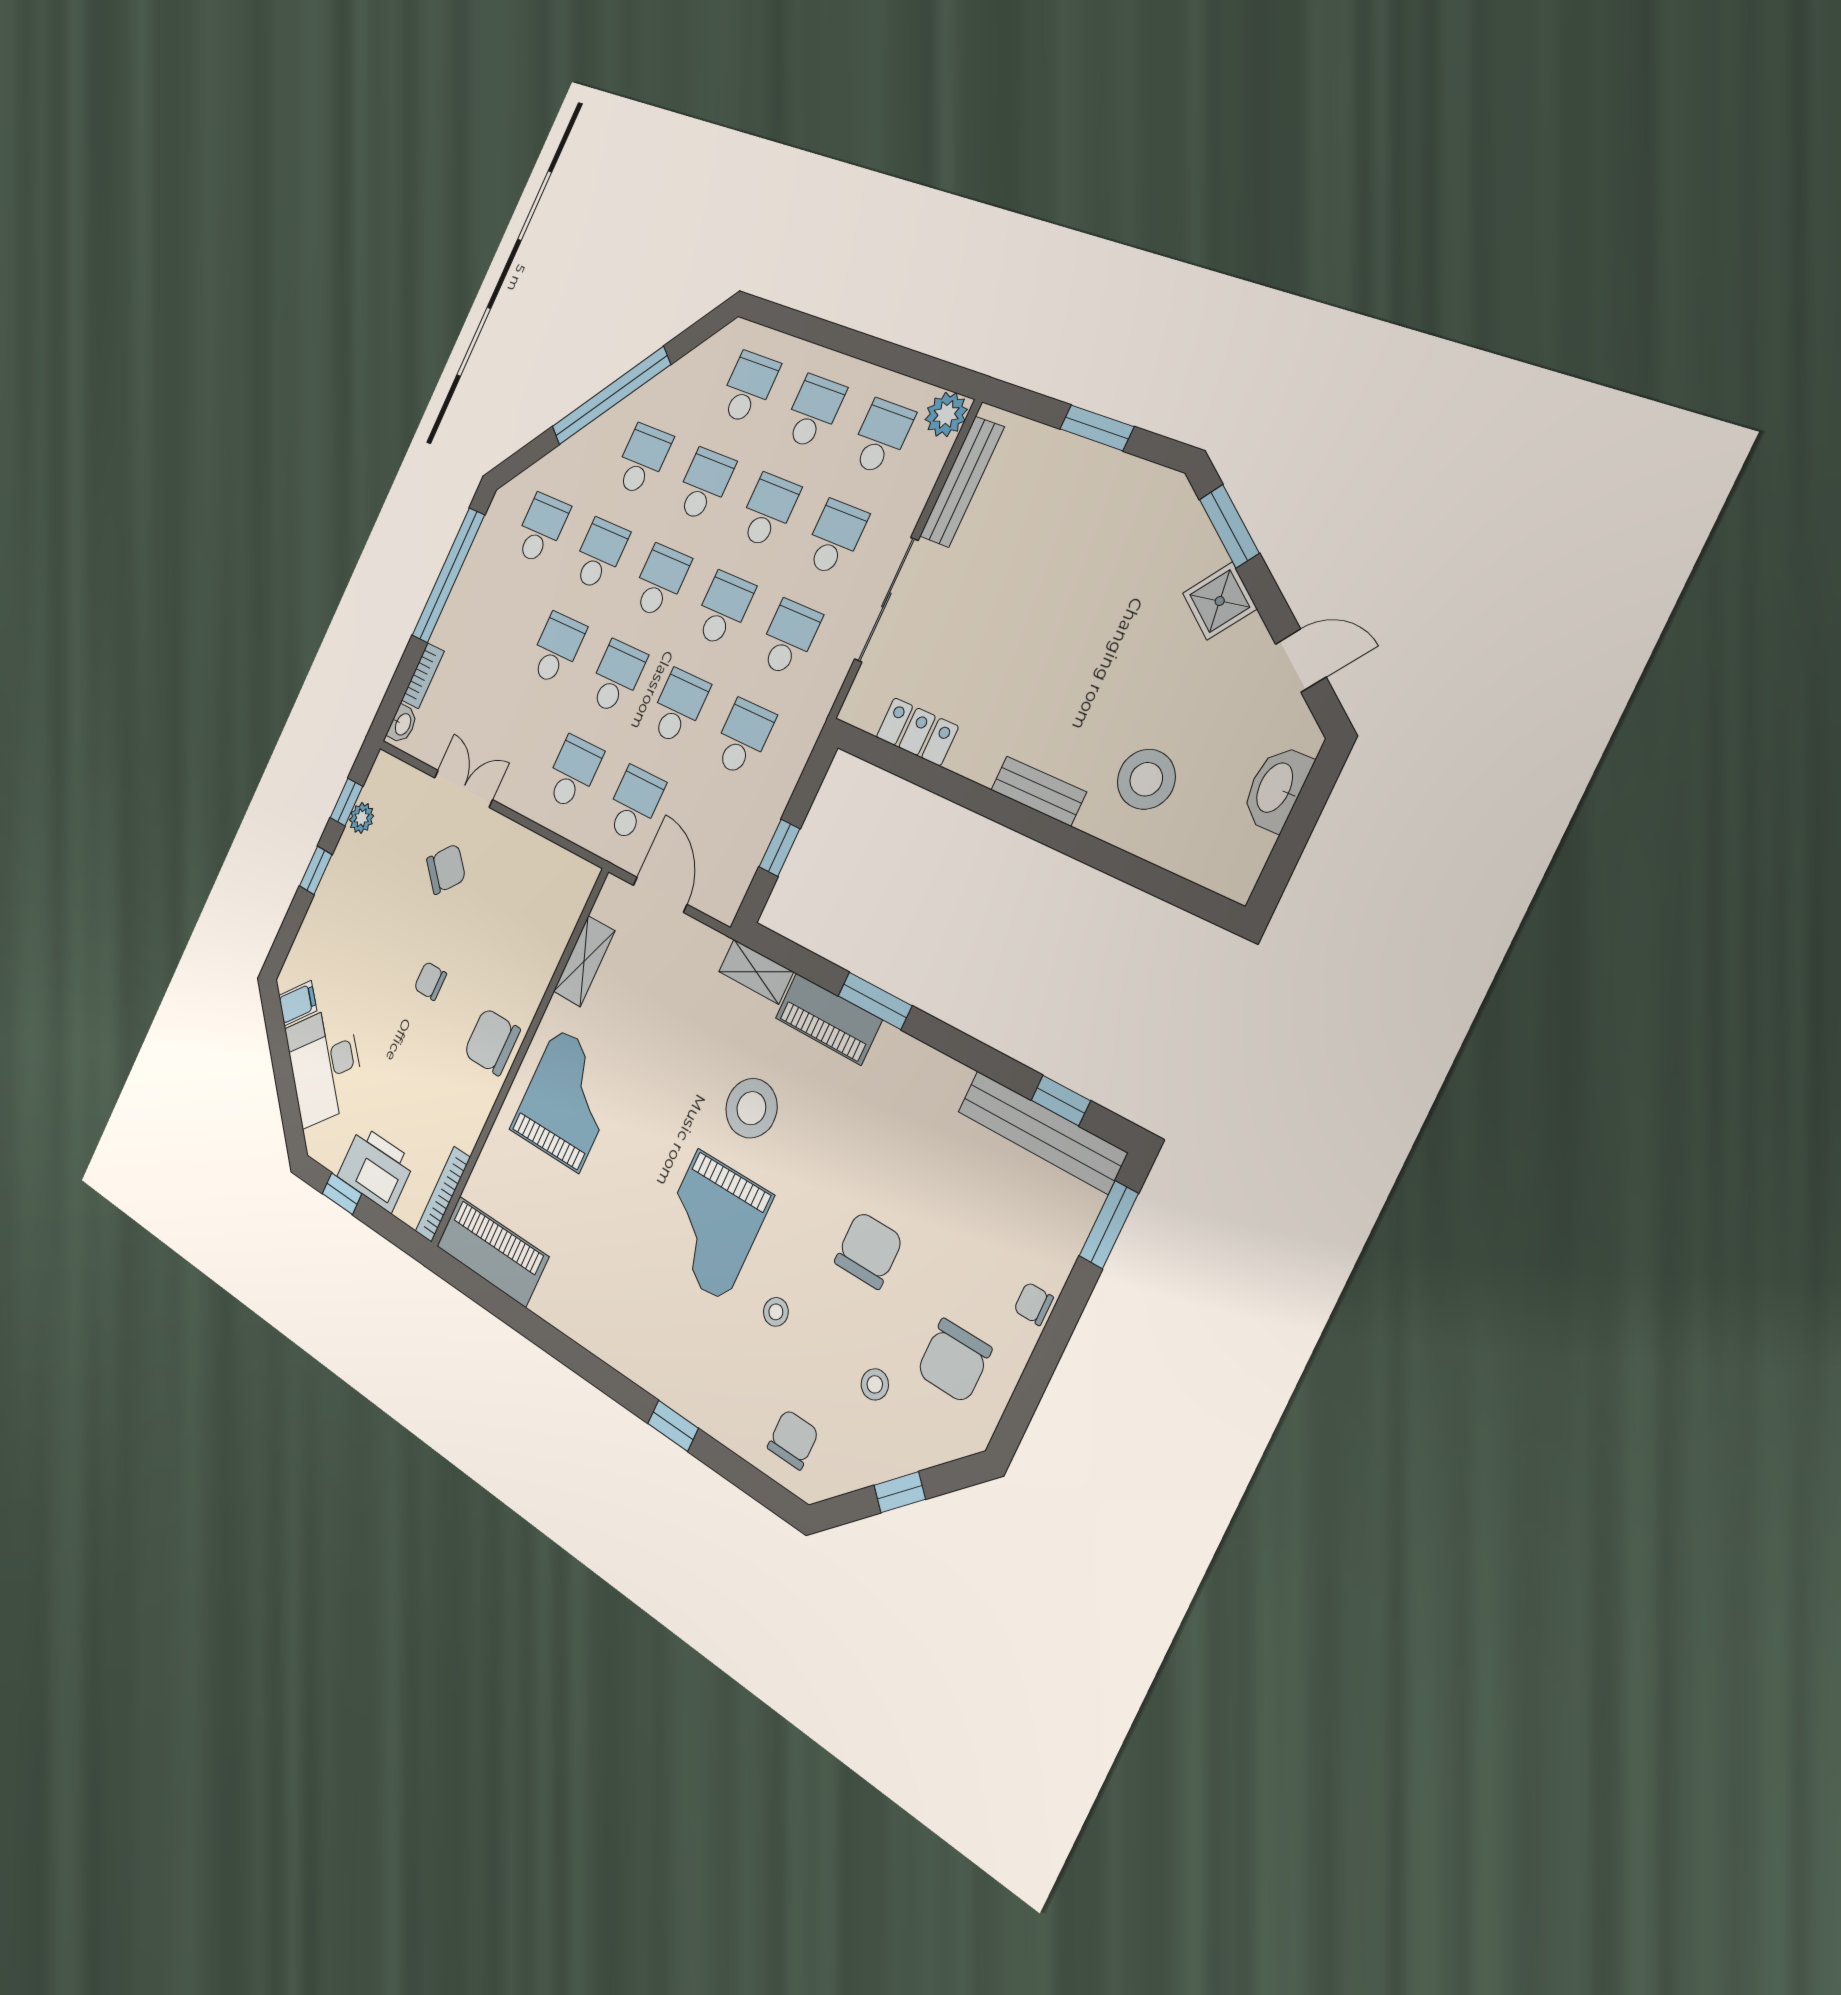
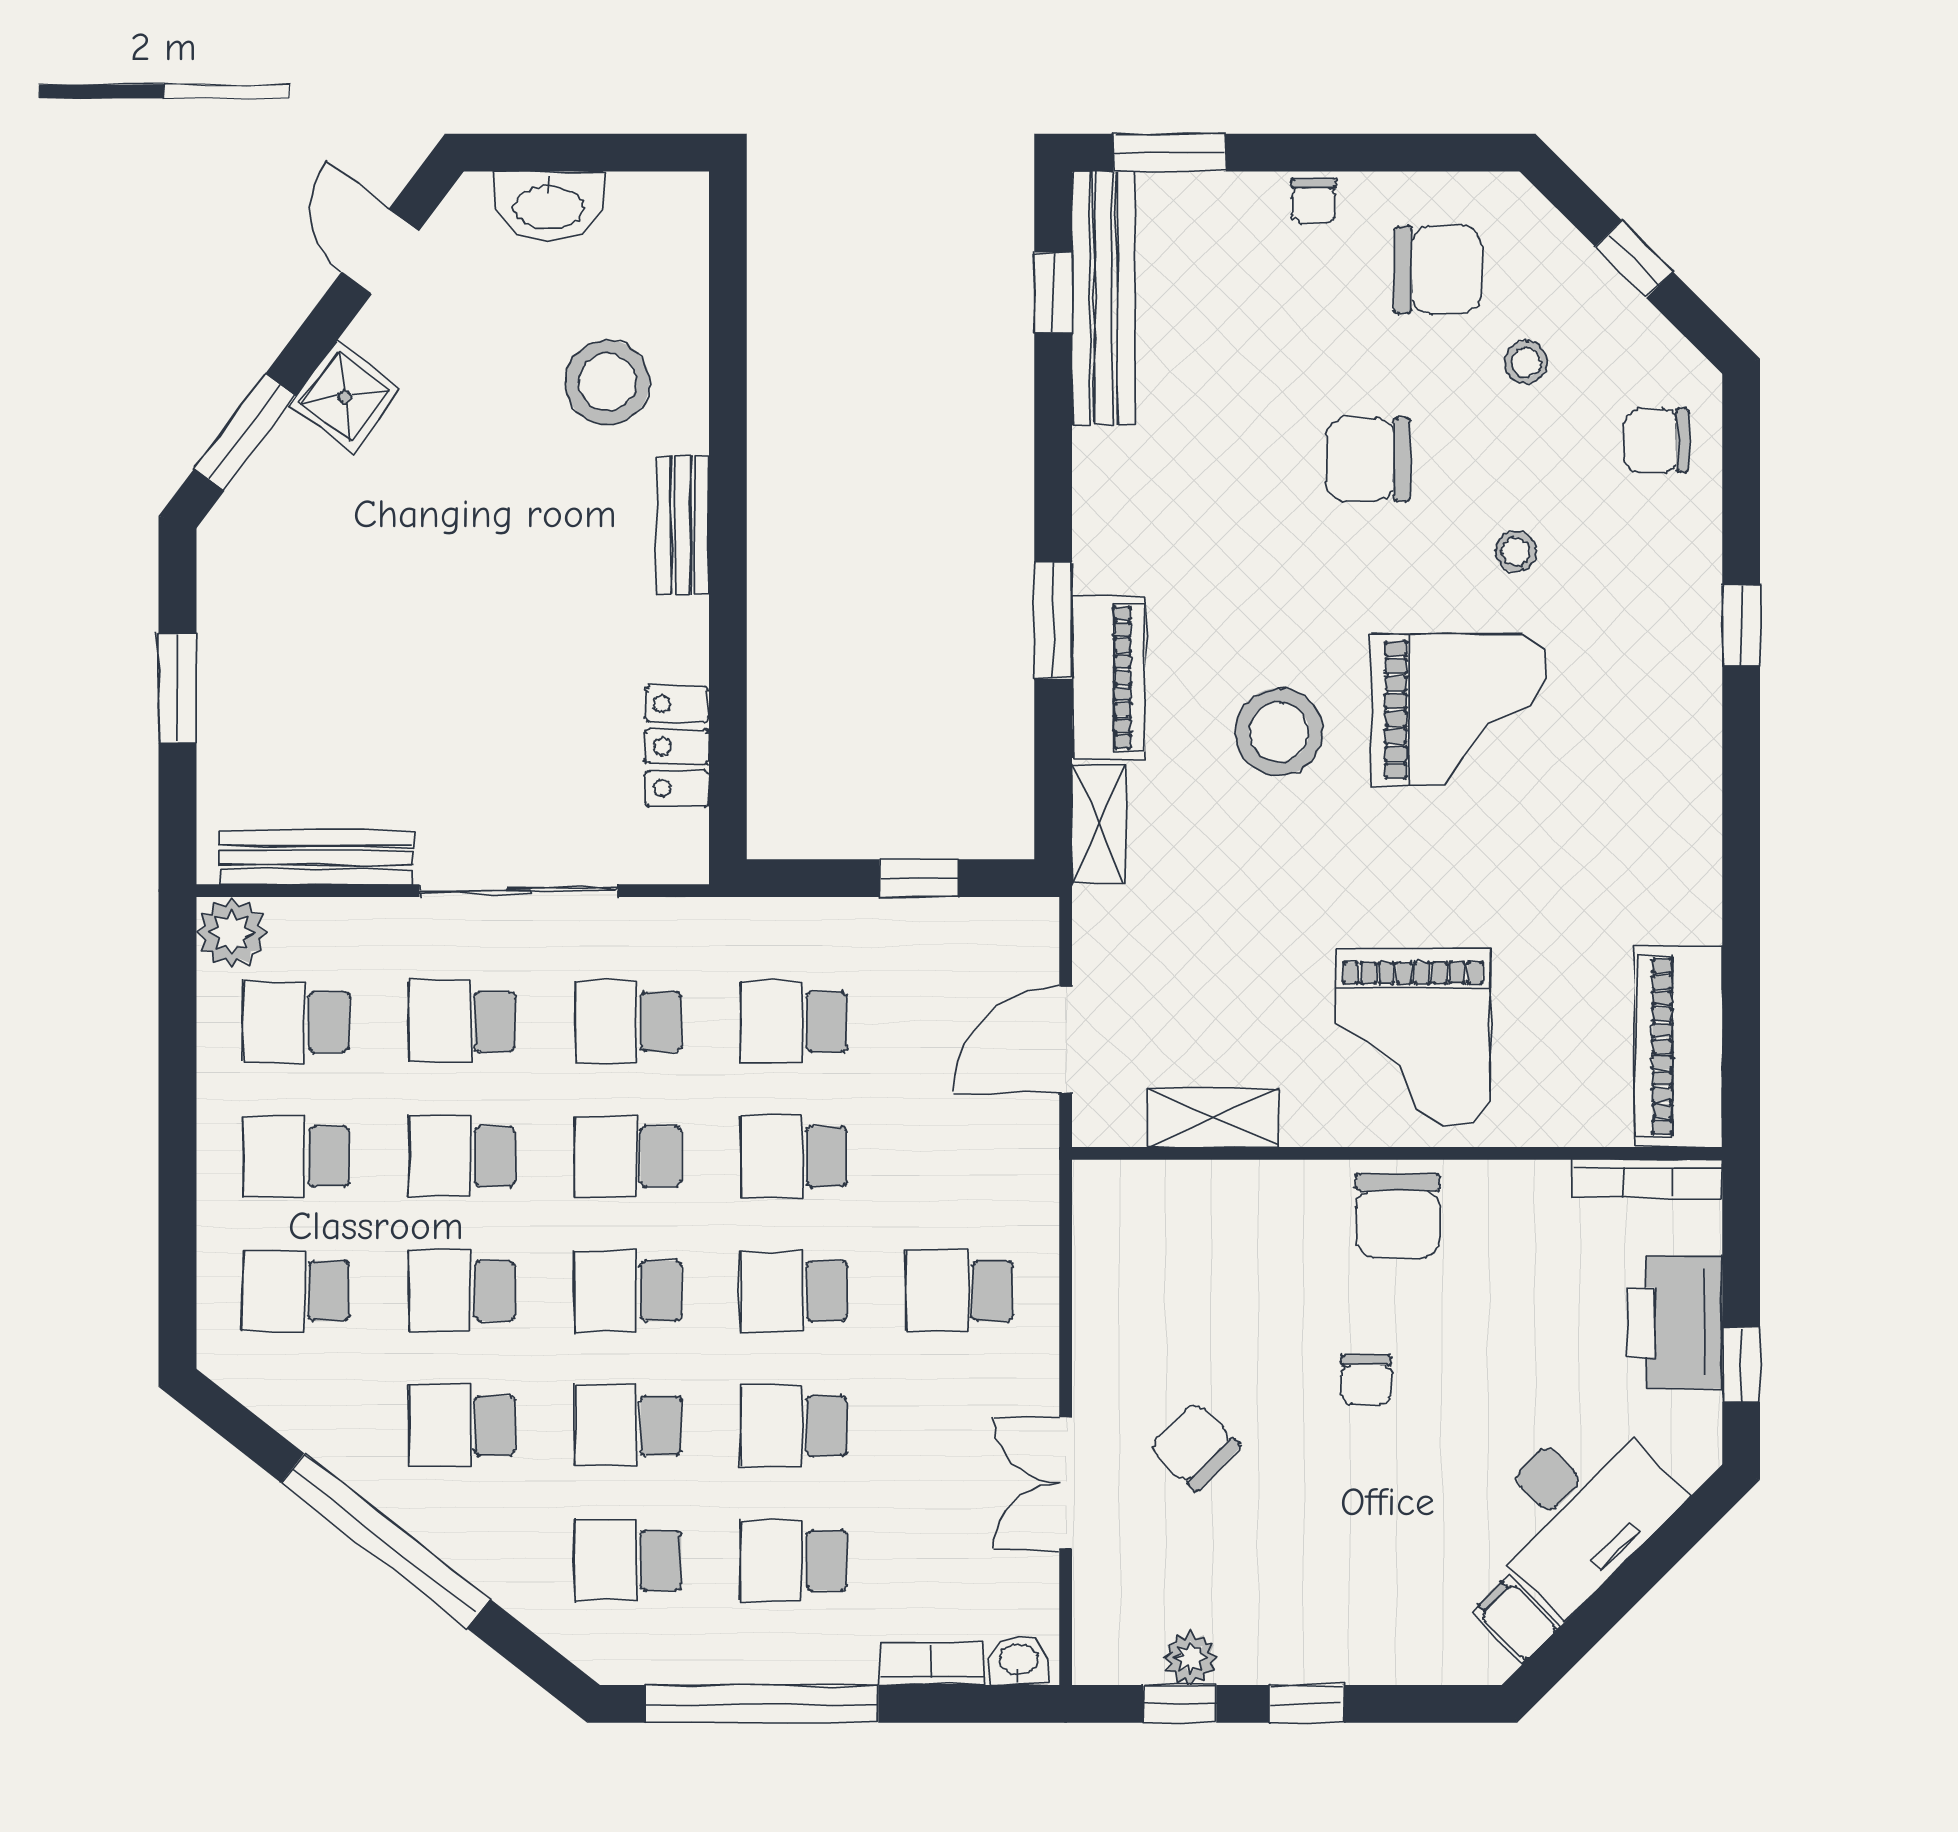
school desk: (634, 804) -> (794, 1560), moved
grand piano: (567, 1100) -> (1413, 1037), turned -90

